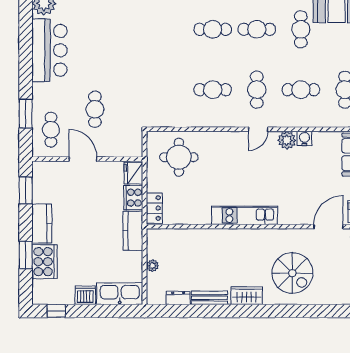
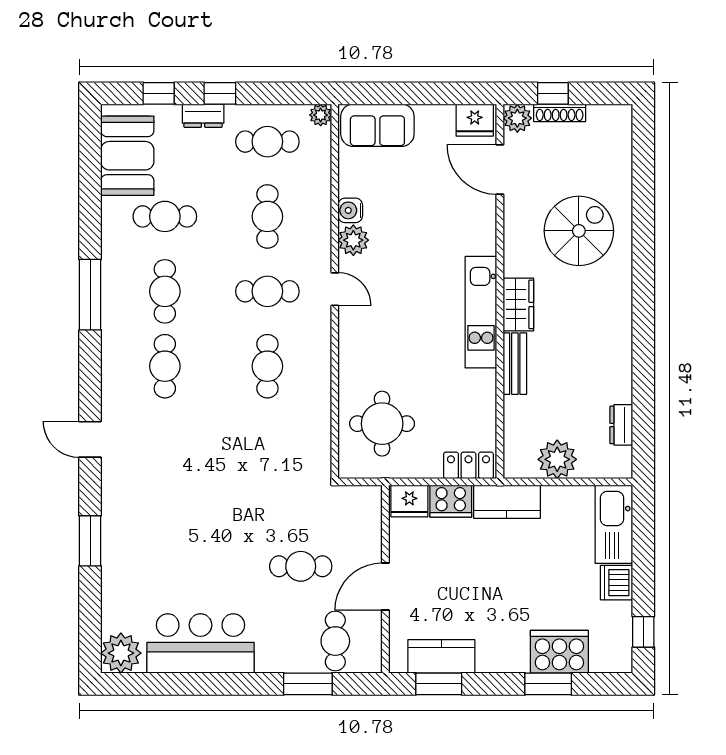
cafe table: (51, 130) -> (335, 641), turned 90
kitchen counter: (42, 224) -> (441, 656), moved
plant: (153, 266) -> (557, 459), width x1.88, depth x1.88
wardrobe: (247, 296) -> (518, 304), moved, turned 180
bench: (209, 298) -> (515, 364), moved

